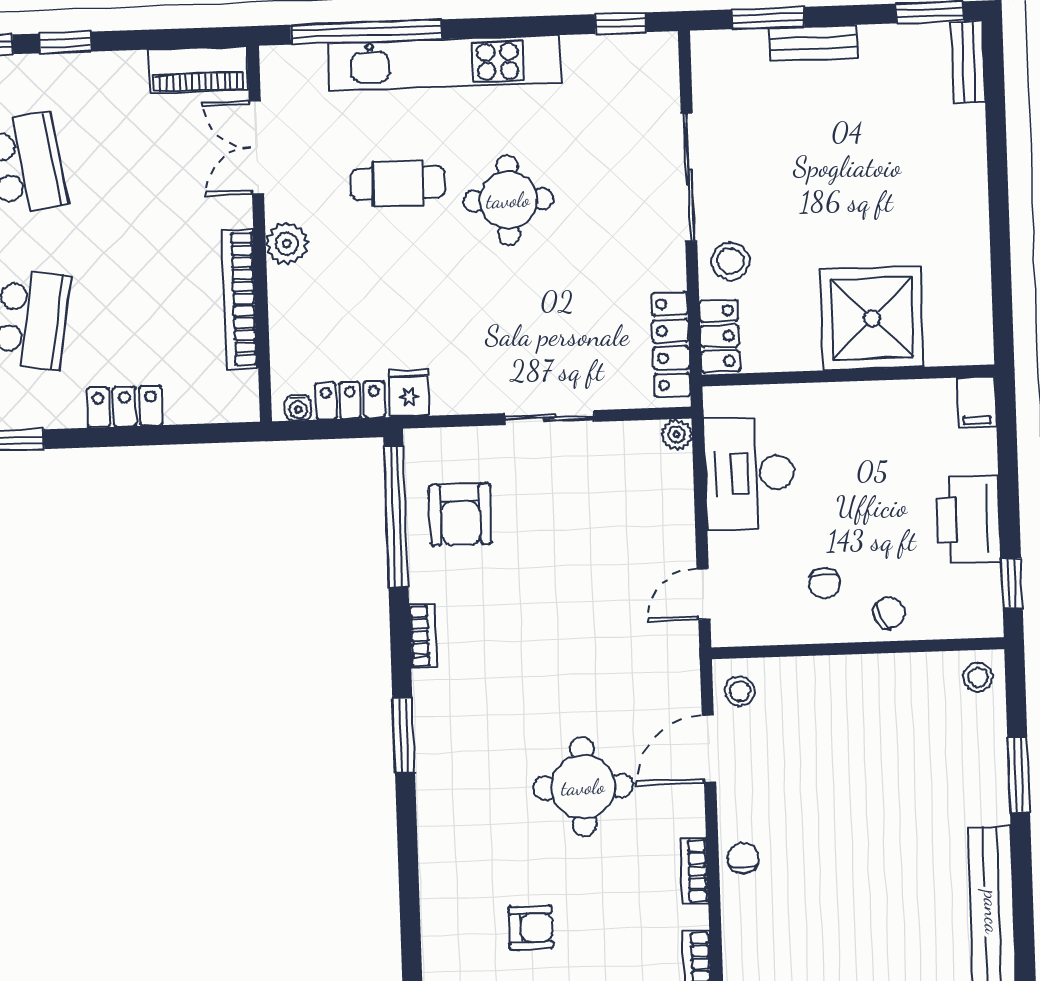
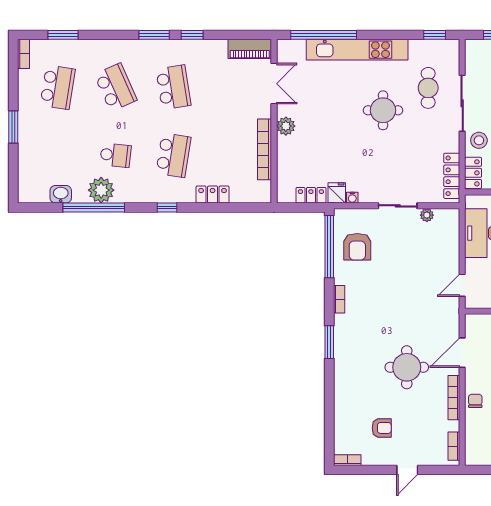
double door: (256, 147) -> (274, 84), swing flipped
cafe table: (398, 183) -> (428, 88), moved, turned 90
water cooler: (298, 408) -> (352, 198), moved
plant: (677, 434) -> (427, 215), moved
stool: (740, 691) -> (476, 328), removed
bookcase: (694, 871) -> (454, 398), width x1.56

